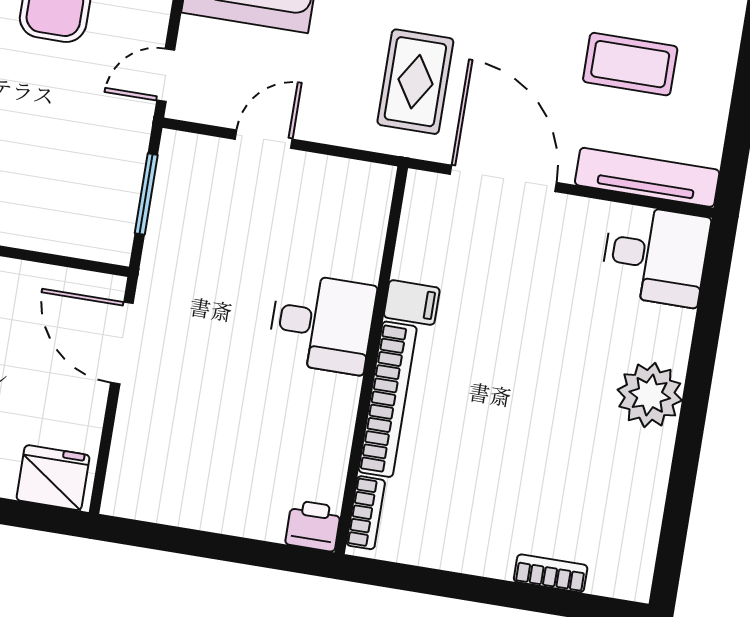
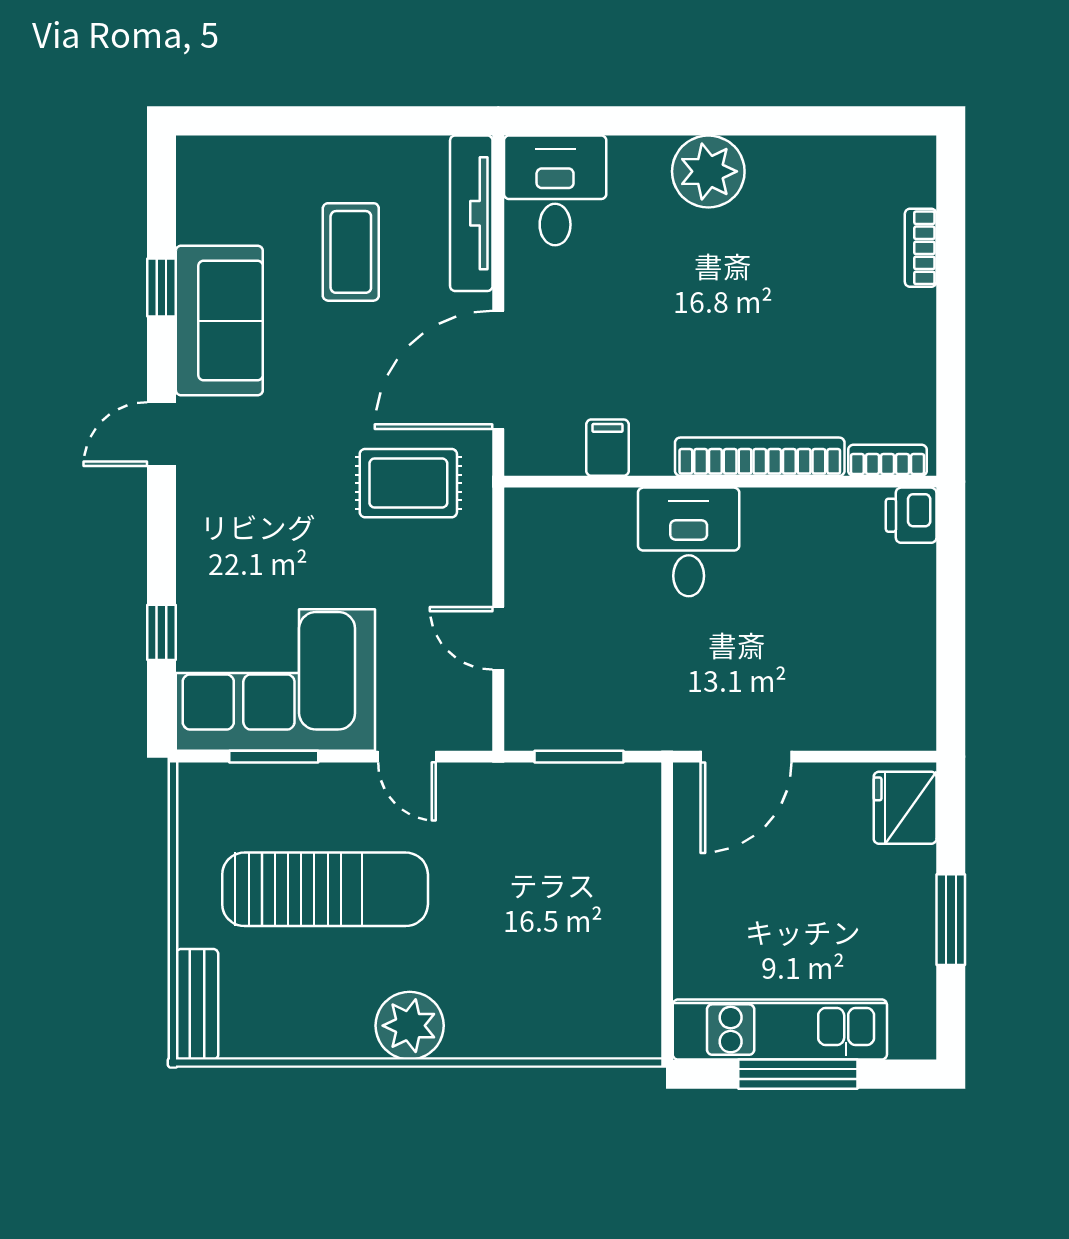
door: (166, 75) -> (407, 757), moved
filing cabinet: (412, 303) -> (607, 448), moved

